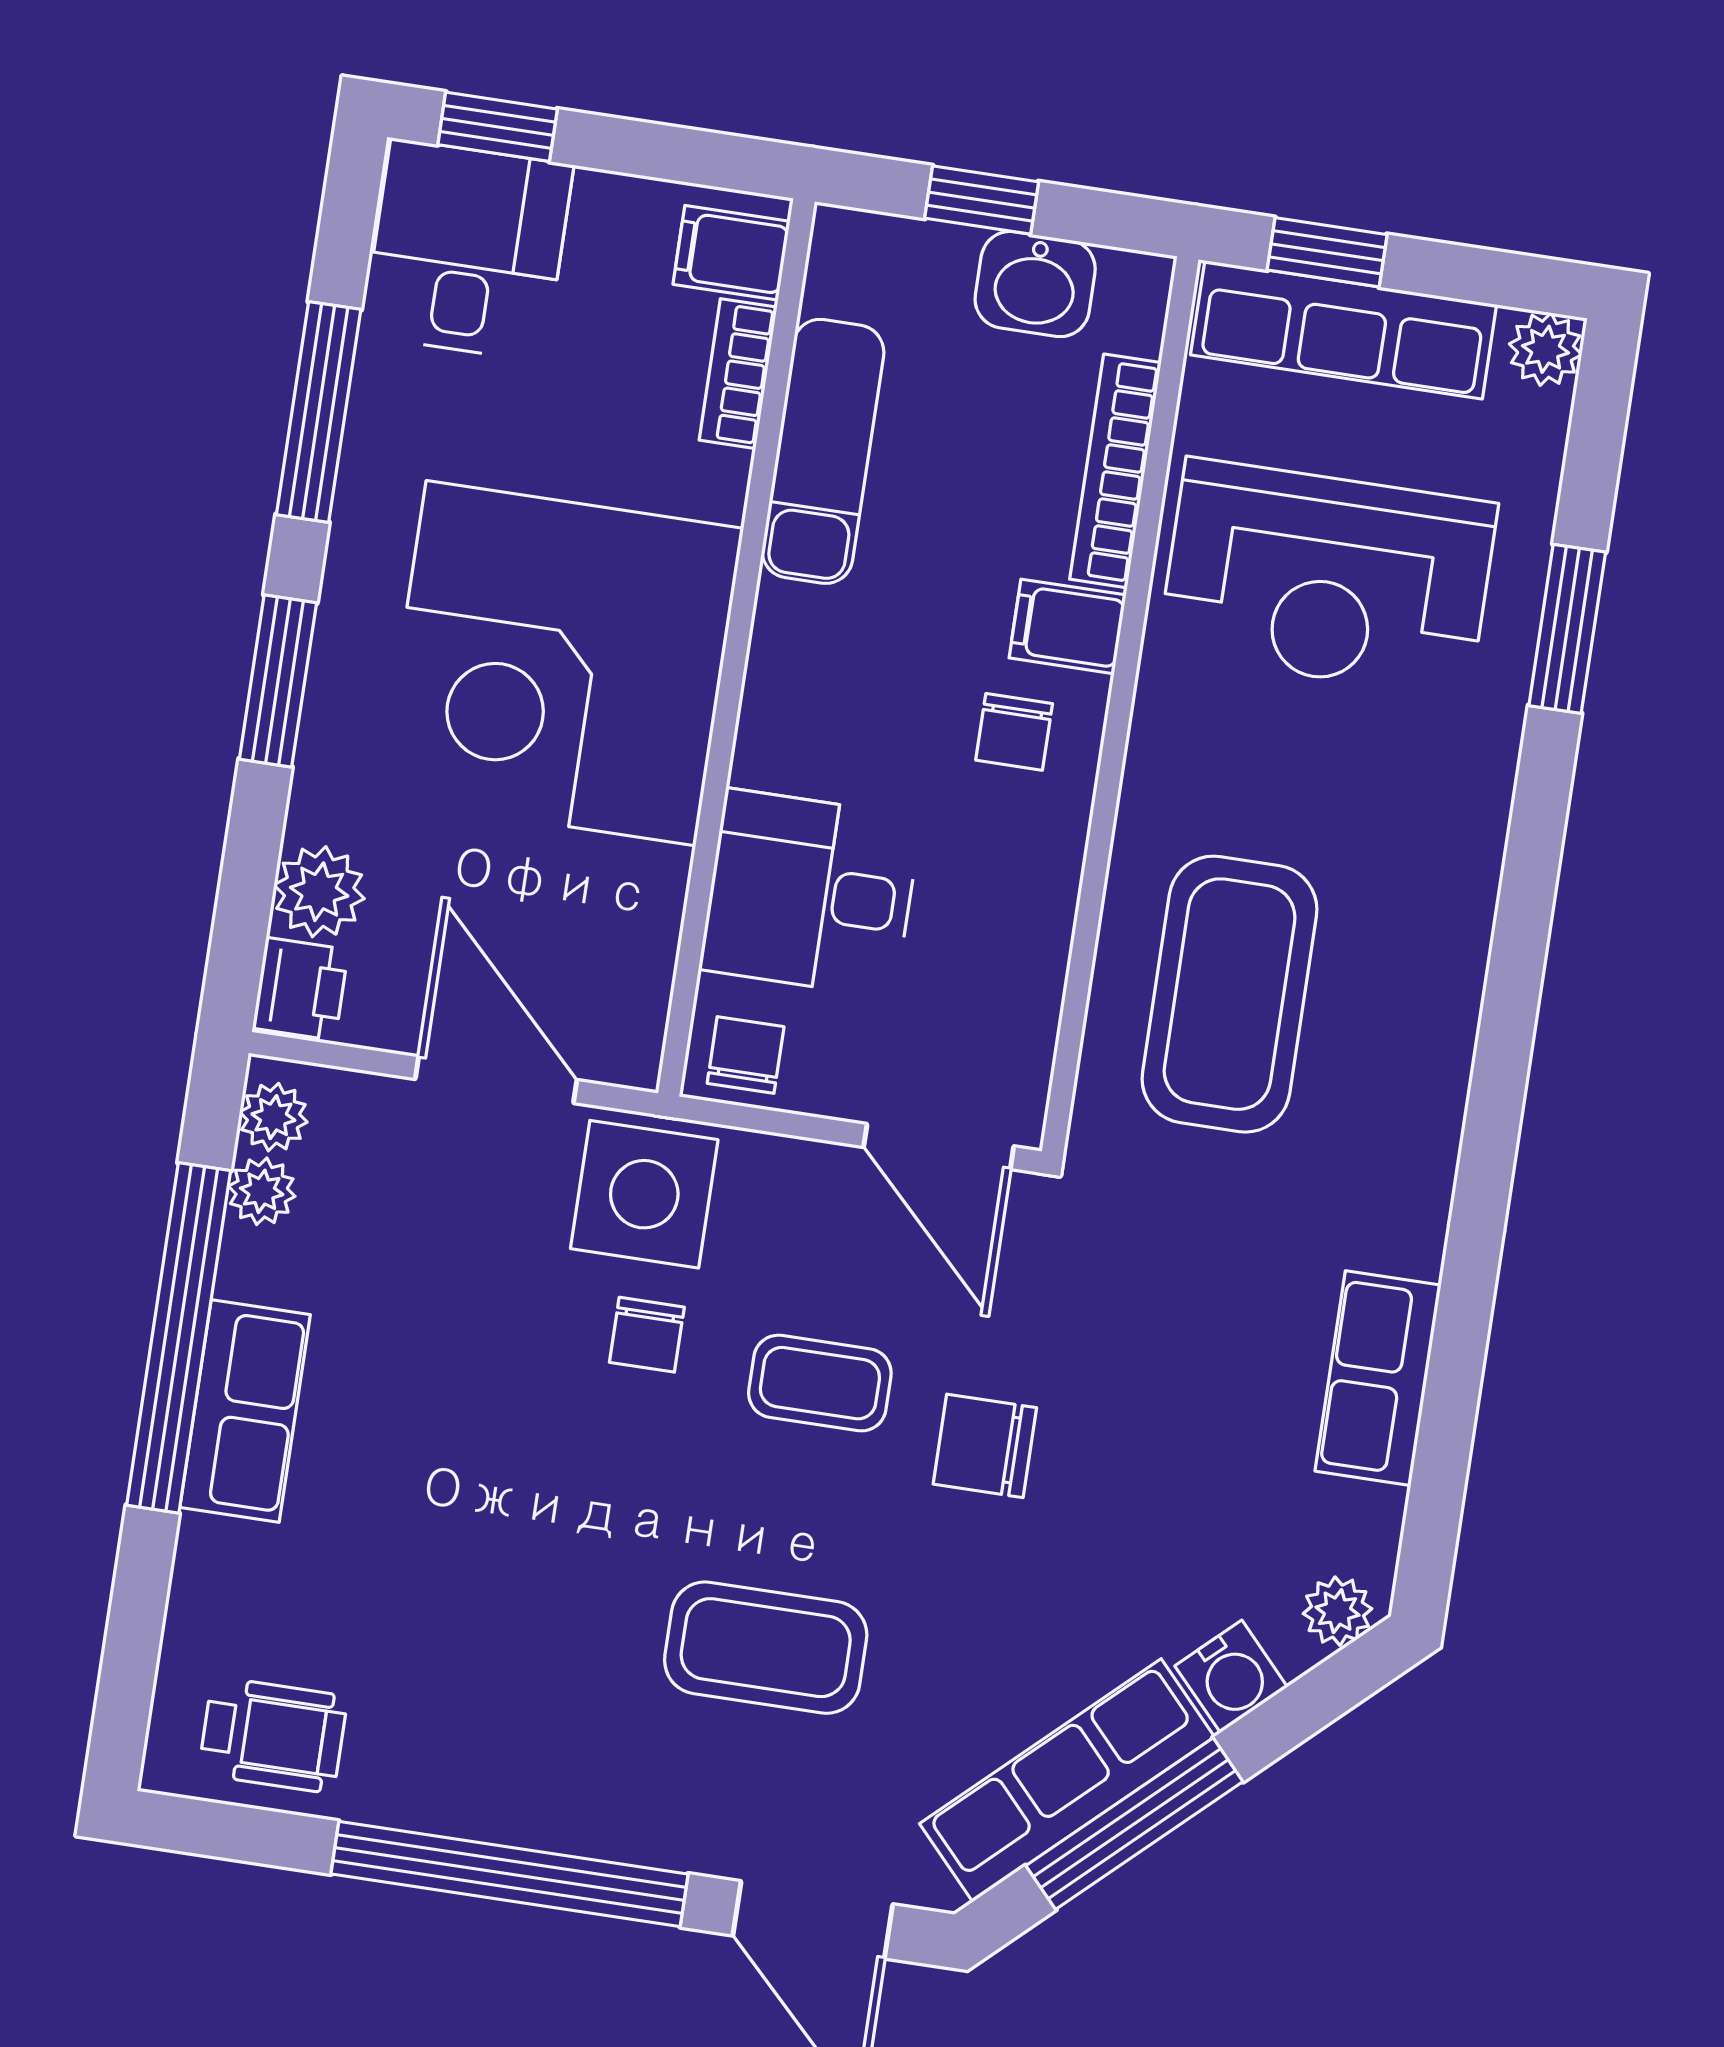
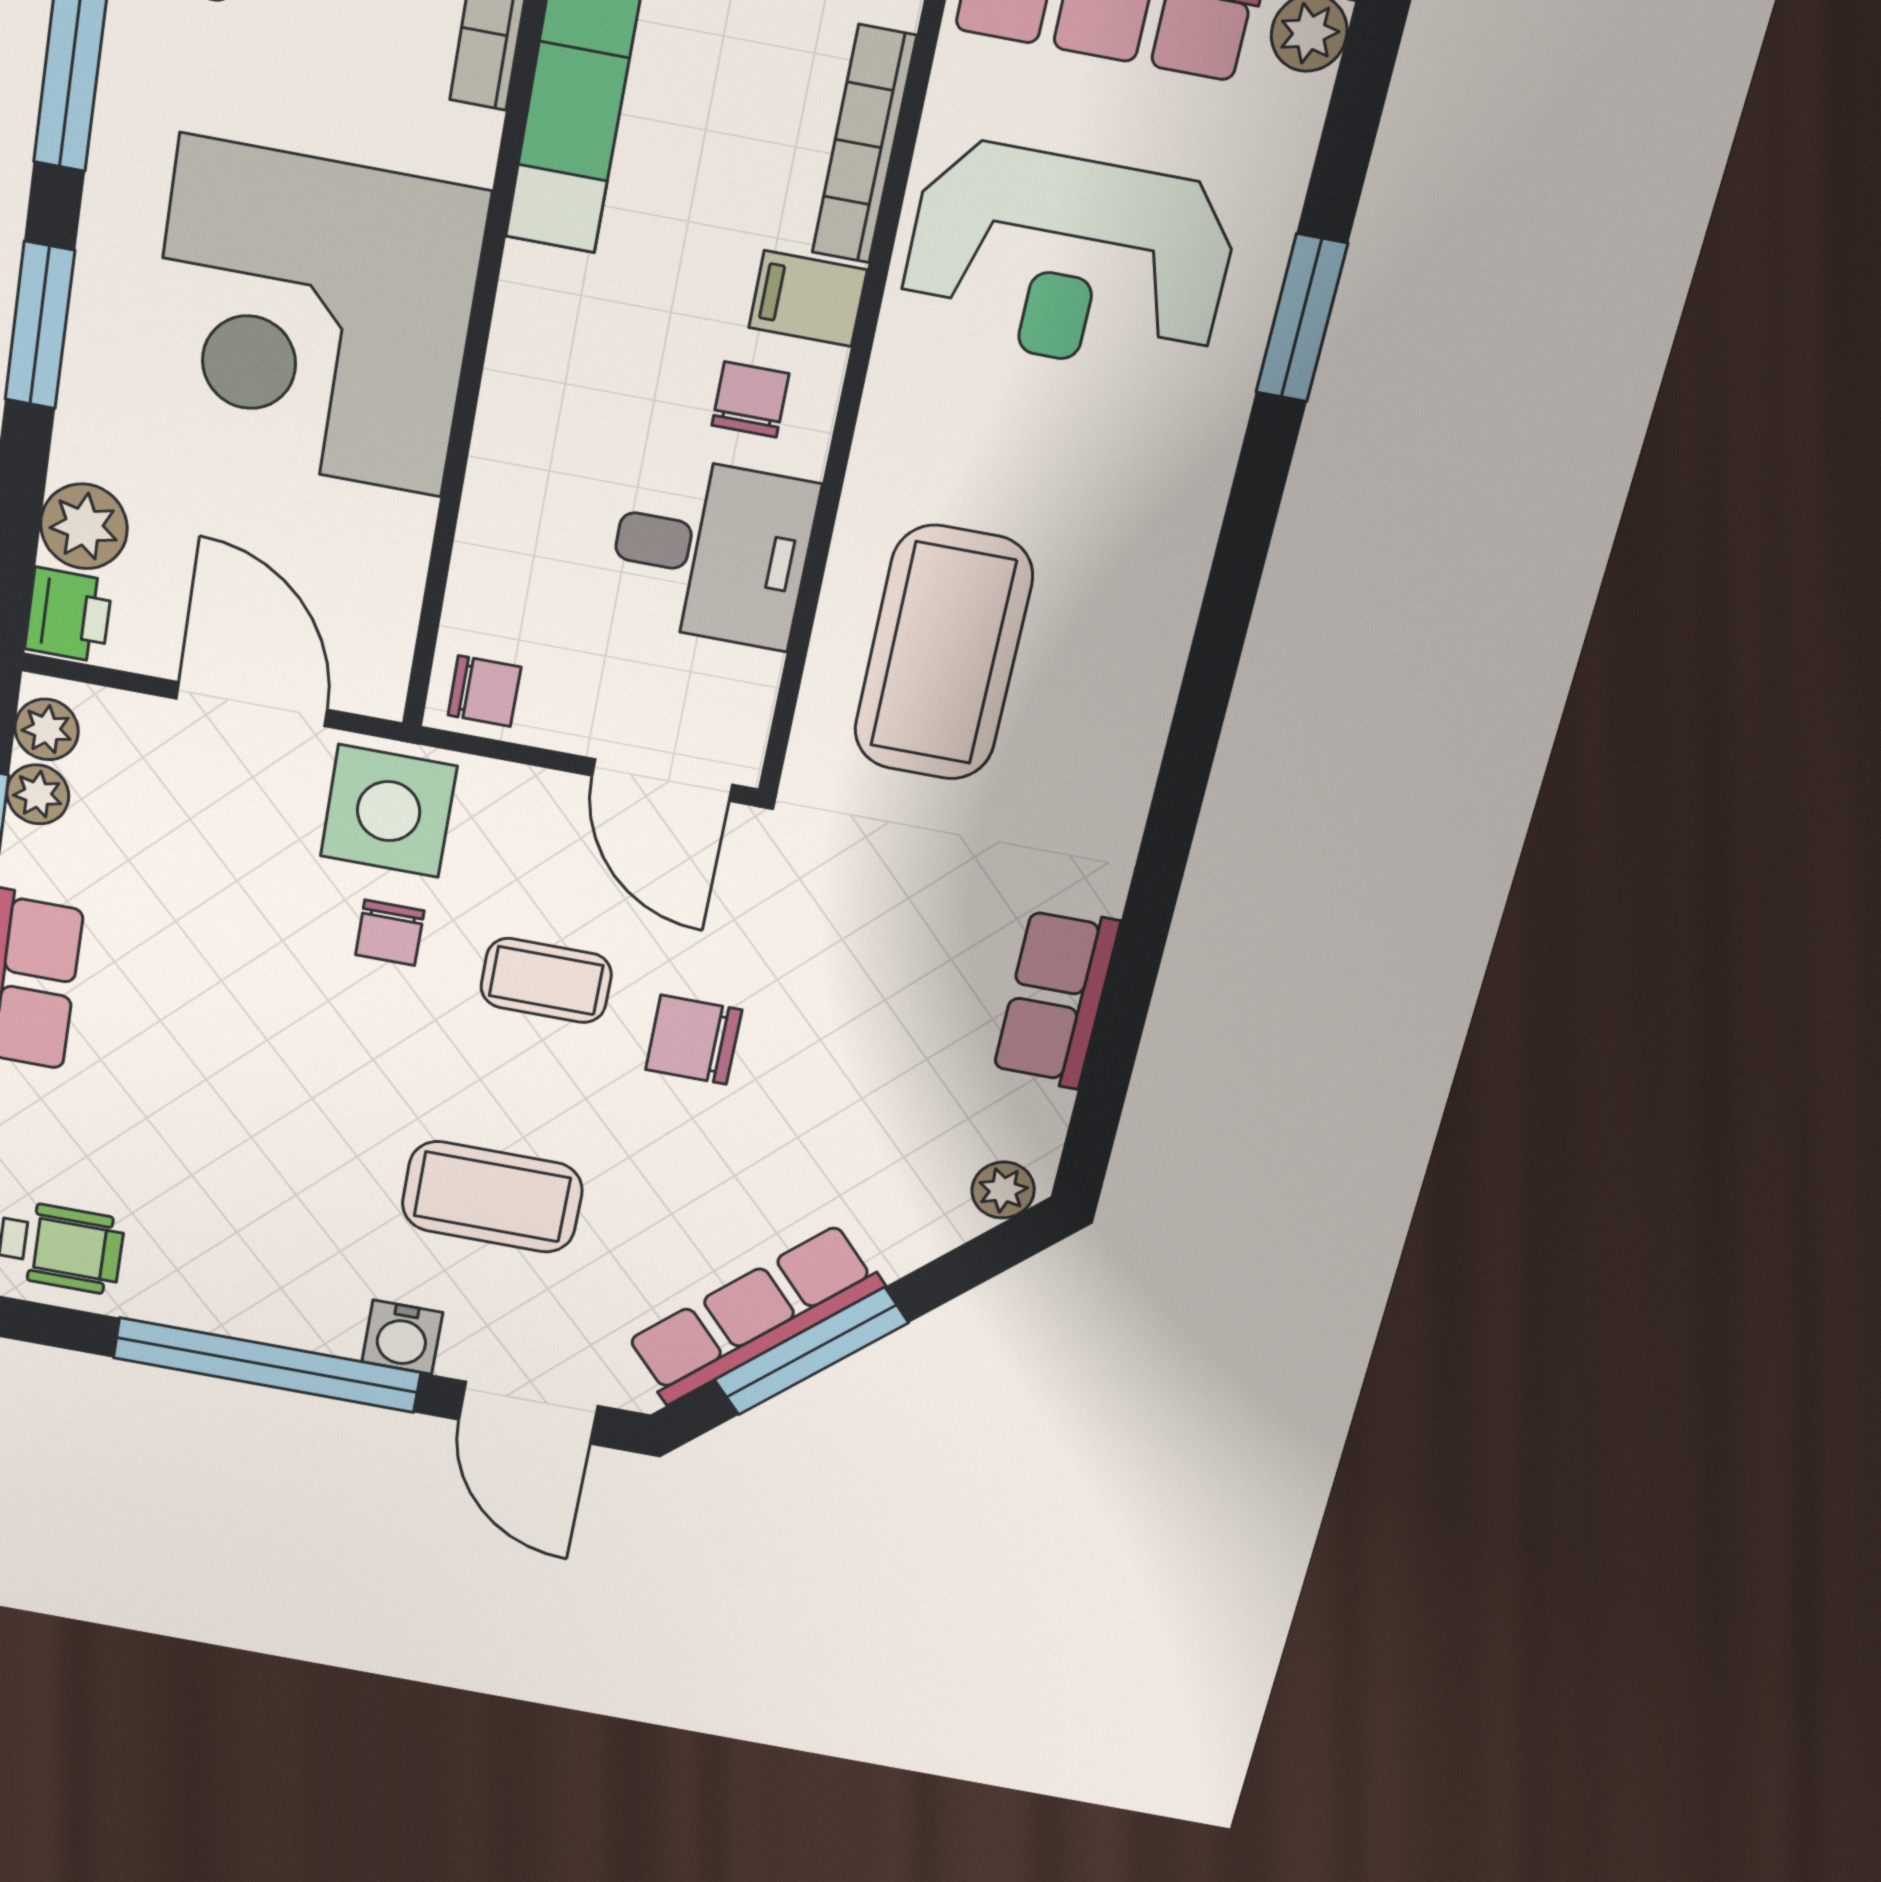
chair: (1014, 732) -> (750, 400), turned 180
desk: (810, 893) -> (711, 551), moved, turned 180
chair: (746, 1055) -> (484, 691), turned 90
water cooler: (1231, 1676) -> (402, 1337), moved, turned 43

